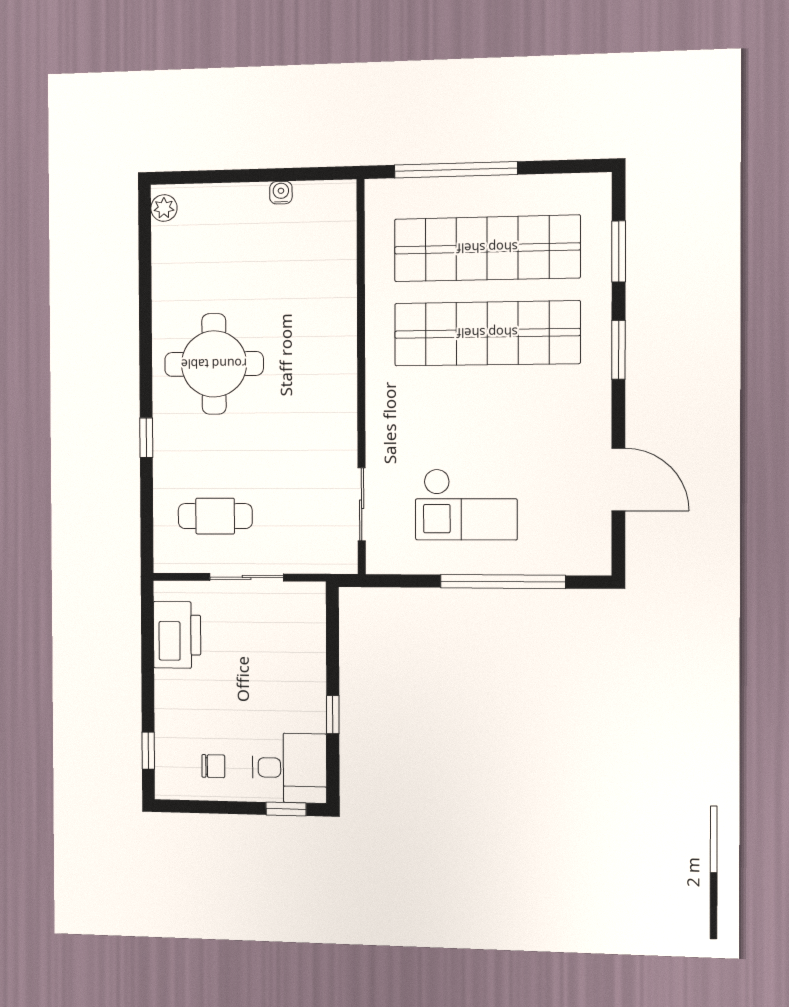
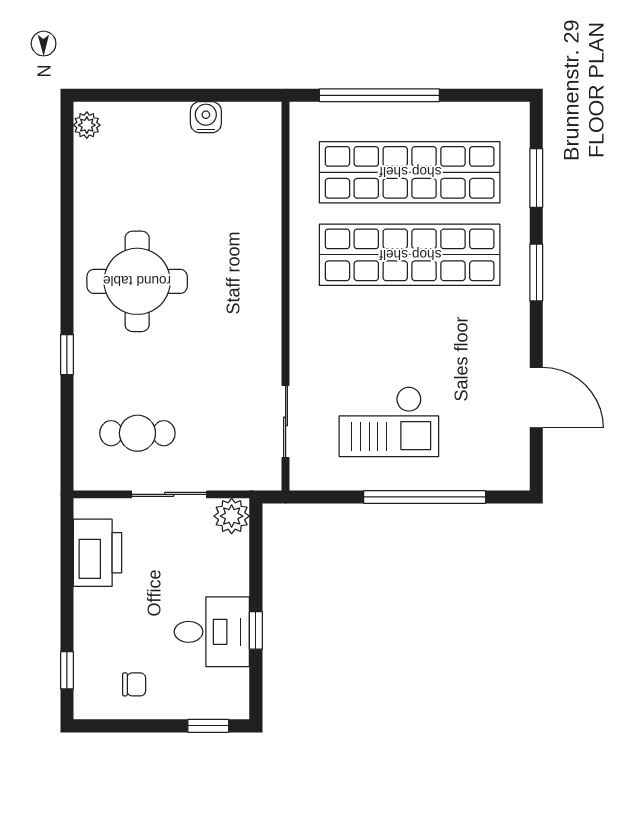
water cooler: (281, 193) -> (206, 117), width x1.38, depth x1.38
plant: (308, 599) -> (232, 516), added
desk: (289, 768) -> (212, 632), moved

